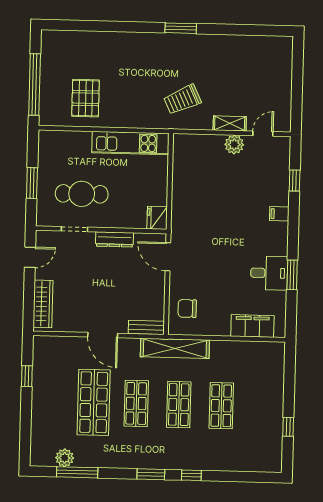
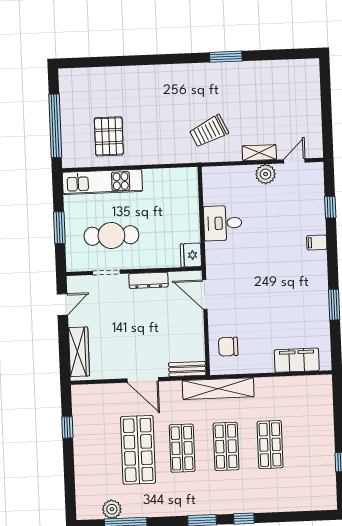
window: (181, 28) -> (226, 57), moved
kitchen unit: (130, 143) -> (102, 182), moved
desk: (269, 273) -> (223, 223), moved, turned 180

